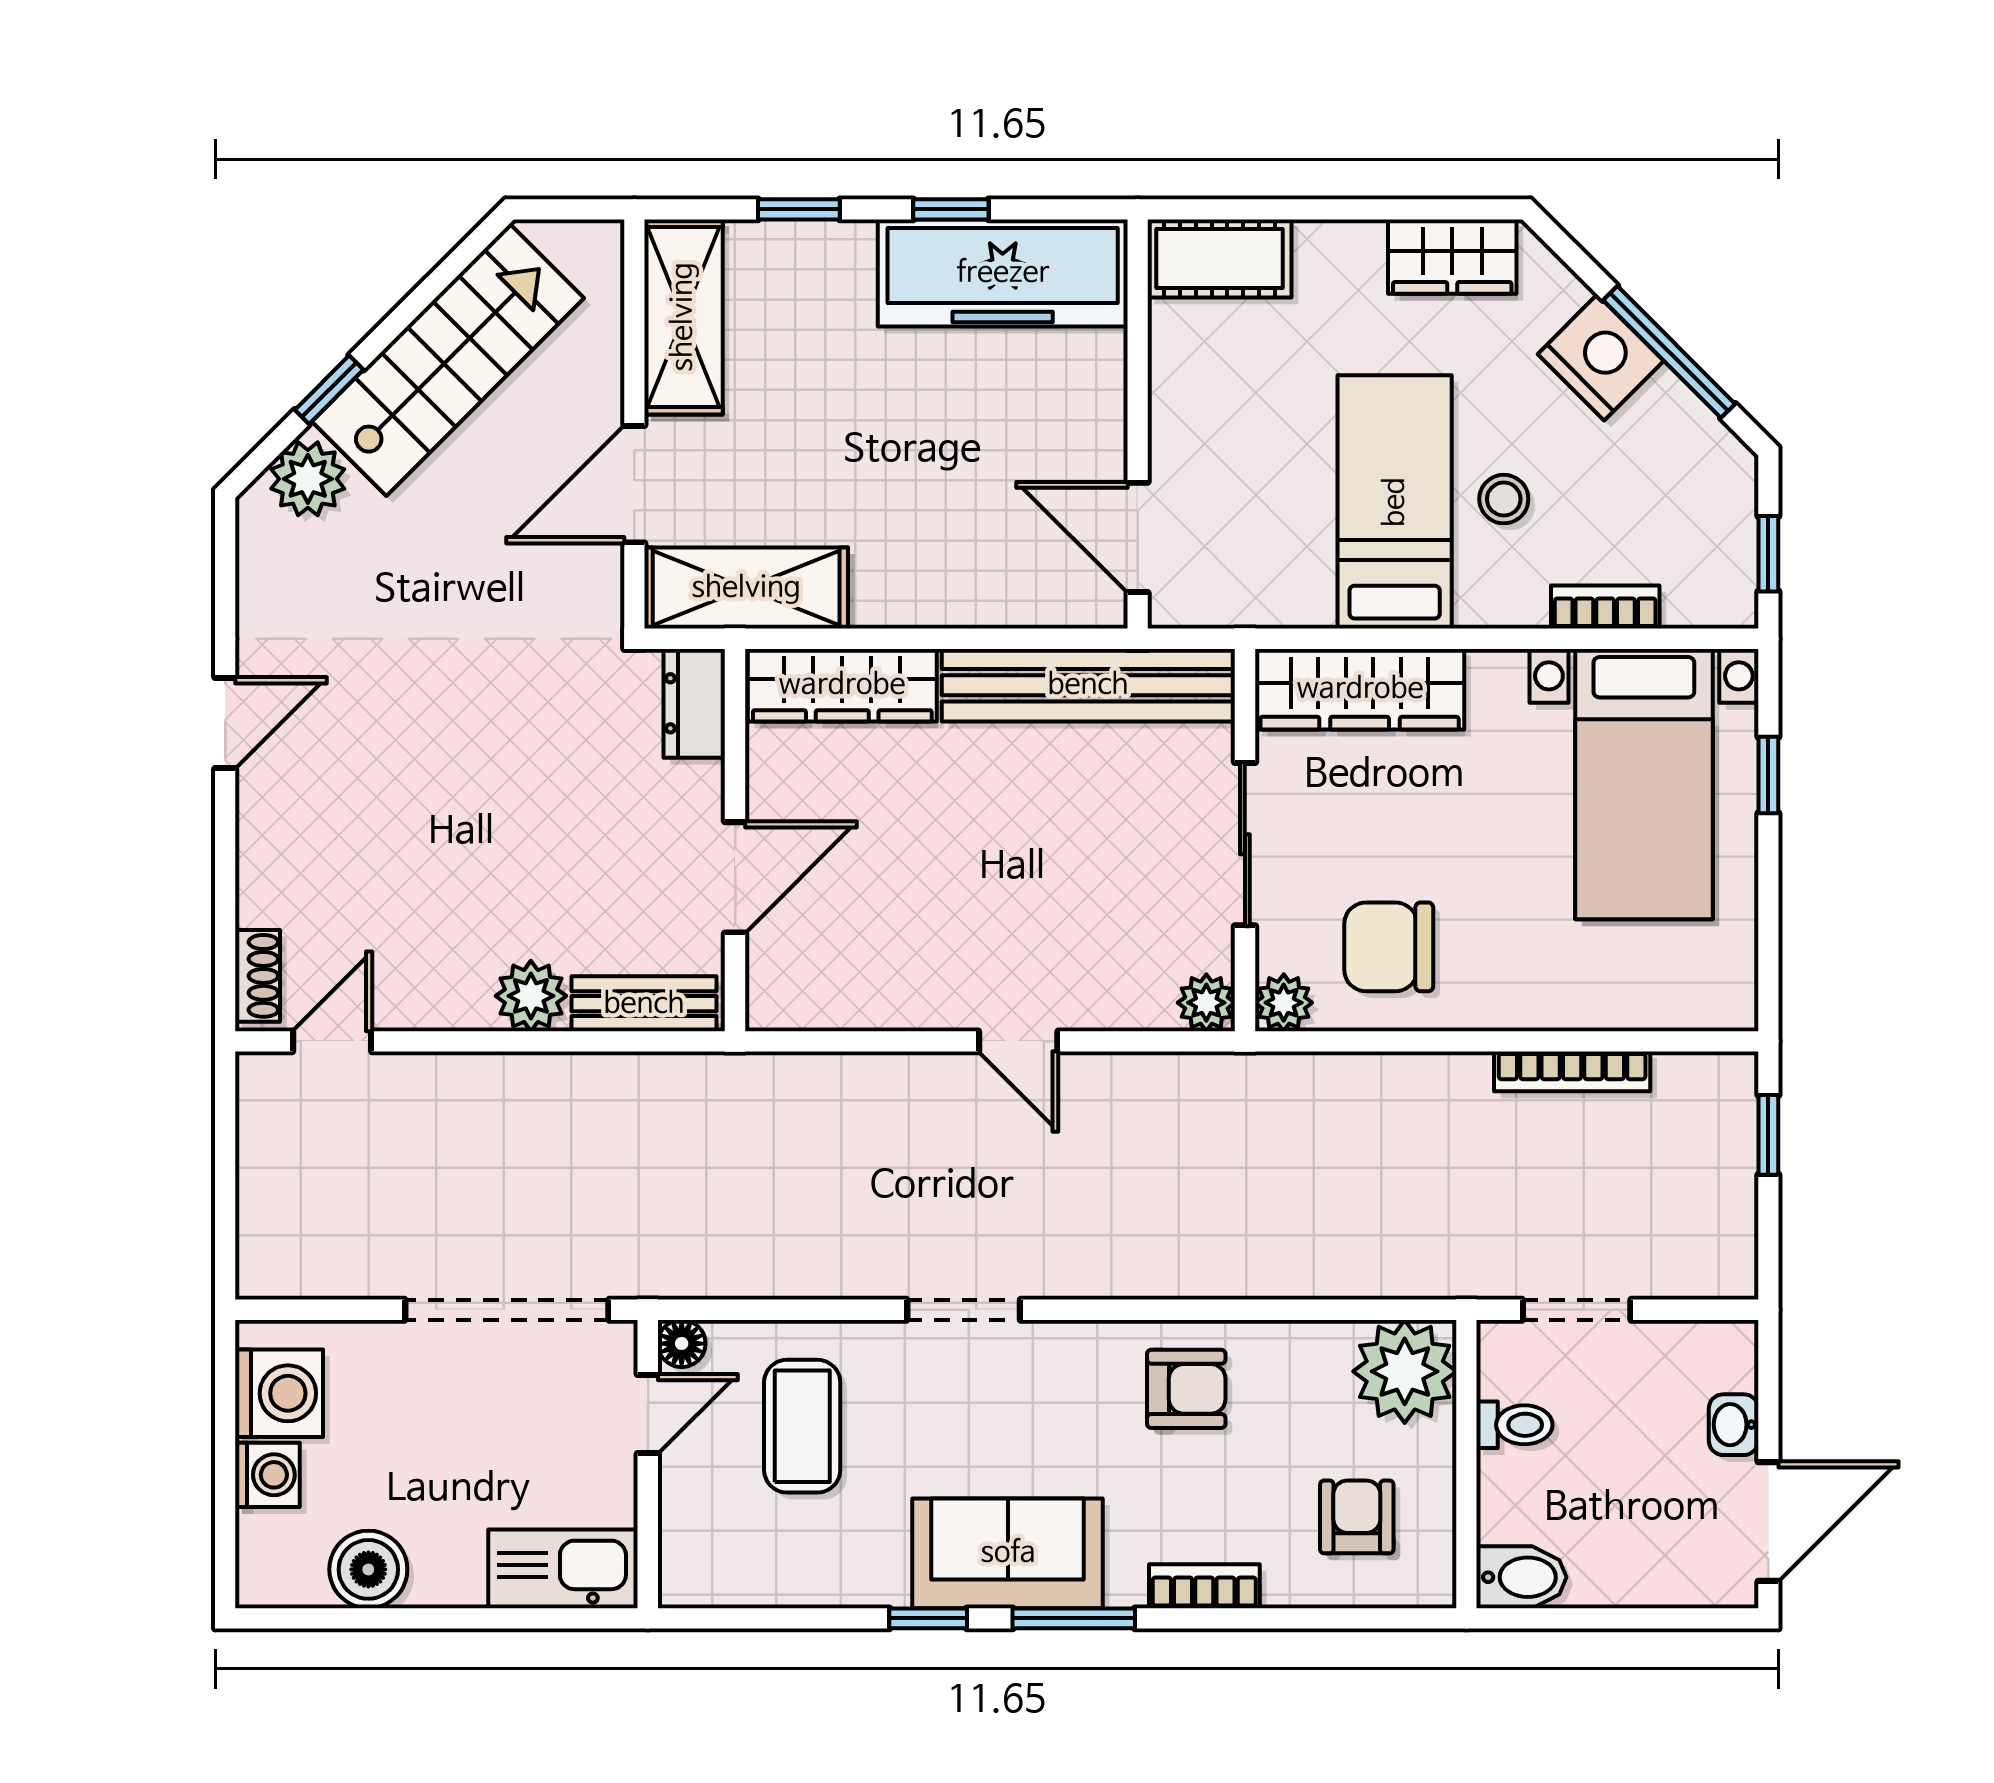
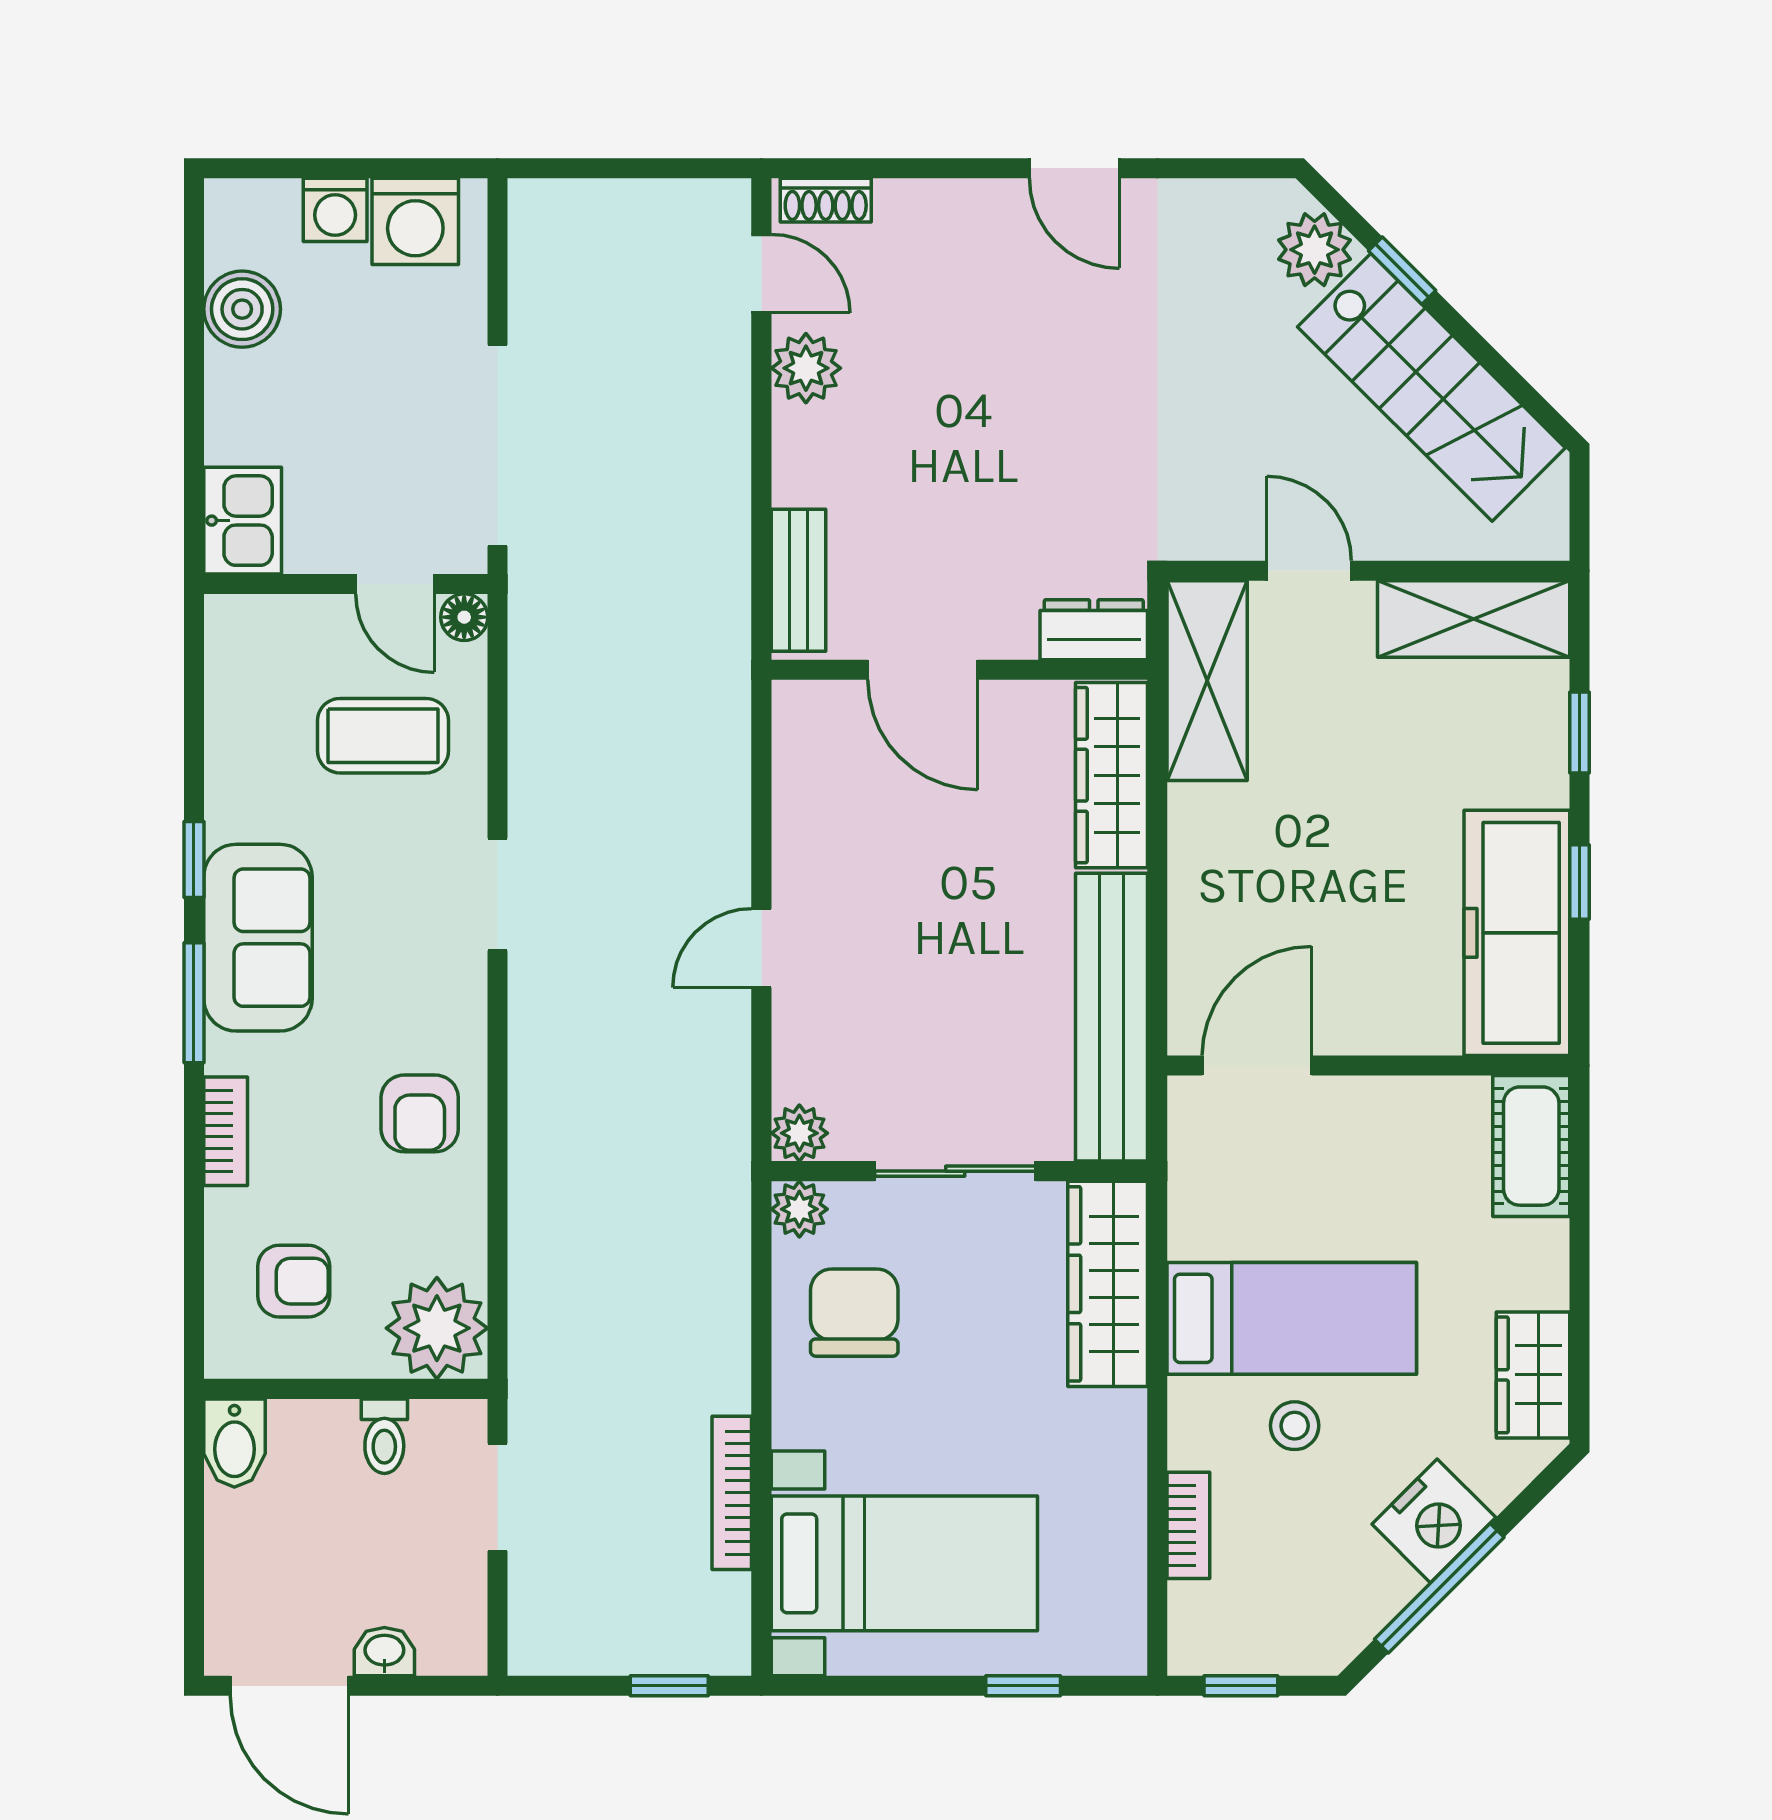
door: (634, 484) -> (1309, 571), width x0.73
bed with nightstands: (1644, 784) -> (904, 1563), moved, turned 180
plant: (531, 996) -> (806, 368), moved
kitchen sink: (563, 1569) -> (243, 521), width x0.73

